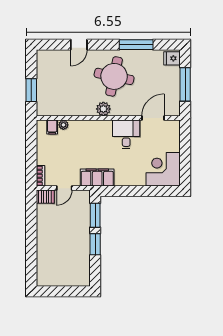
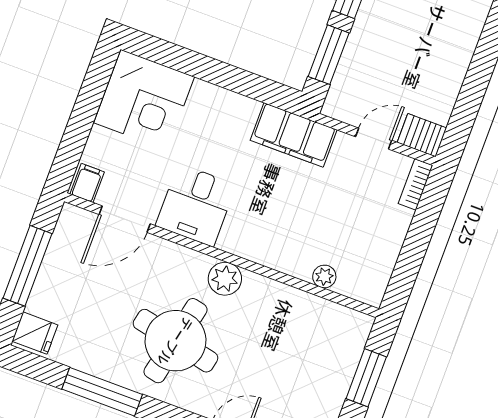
filing cabinet: (52, 127) -> (87, 183), moved

